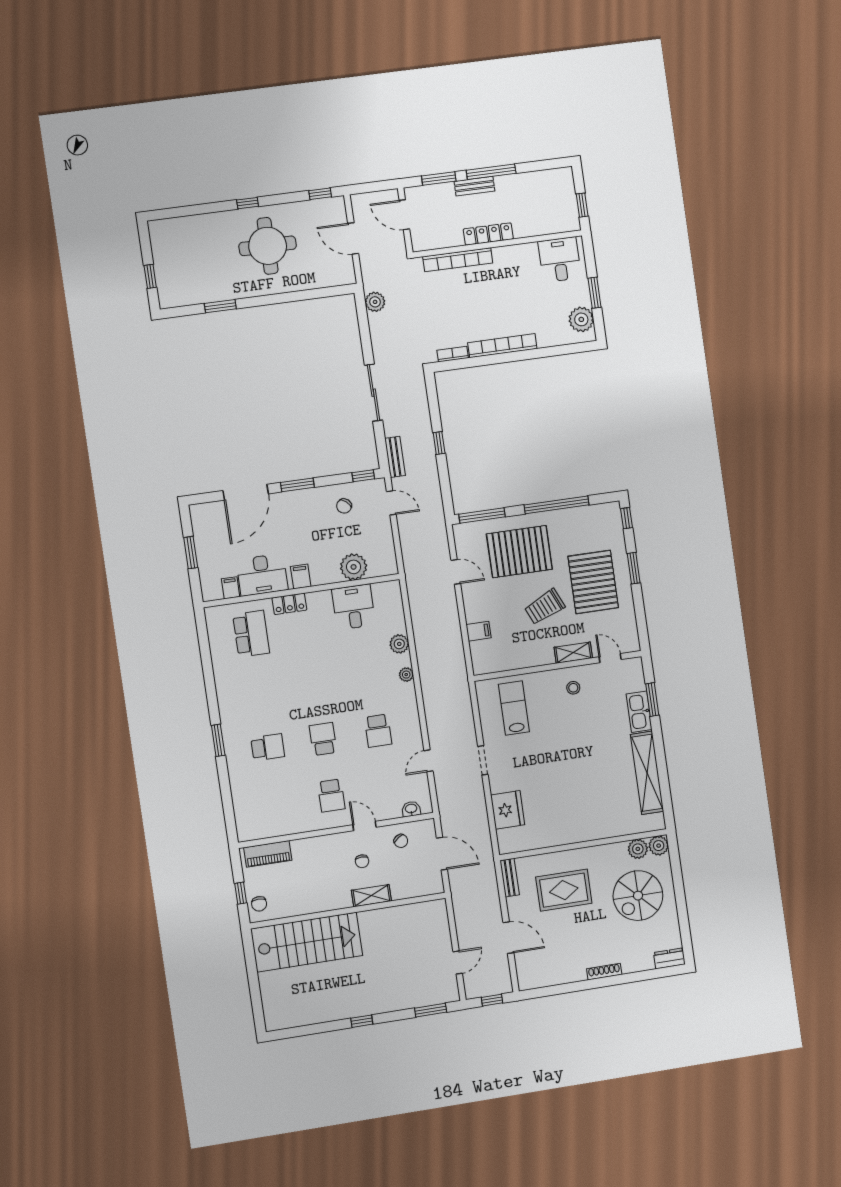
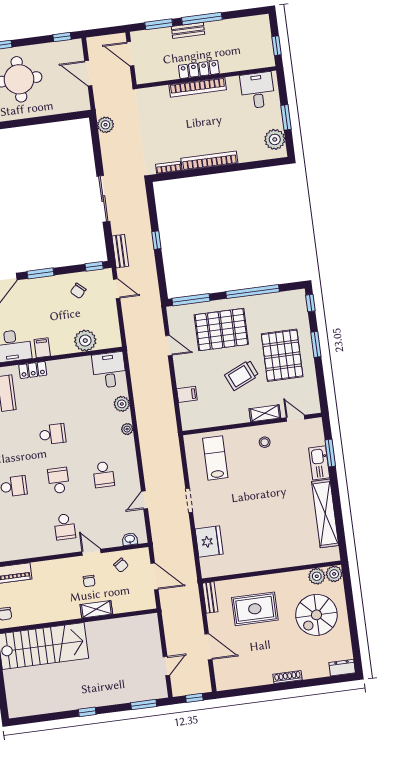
bookcase: (458, 260) -> (198, 87), moved
desk: (354, 607) -> (109, 370), moved
school desk: (315, 682) -> (53, 434), added

